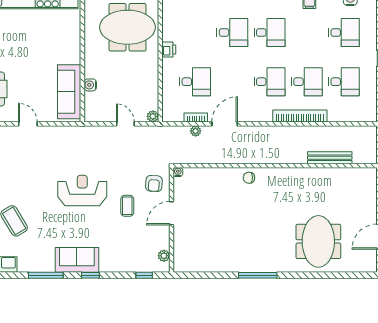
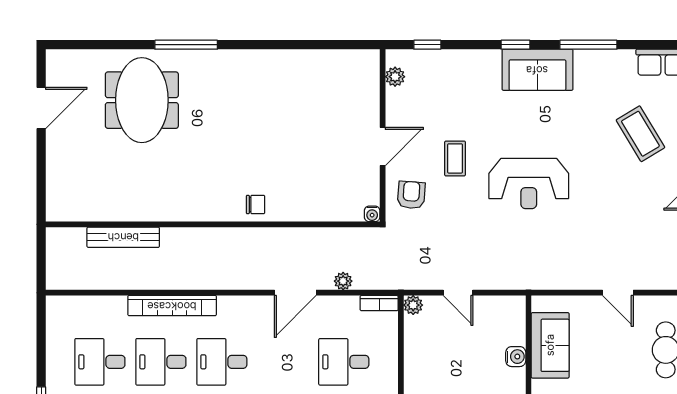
sofa: (69, 92) -> (550, 345), width x0.73
bookcase: (196, 118) -> (379, 303), moved
window: (258, 275) -> (186, 45), moved

